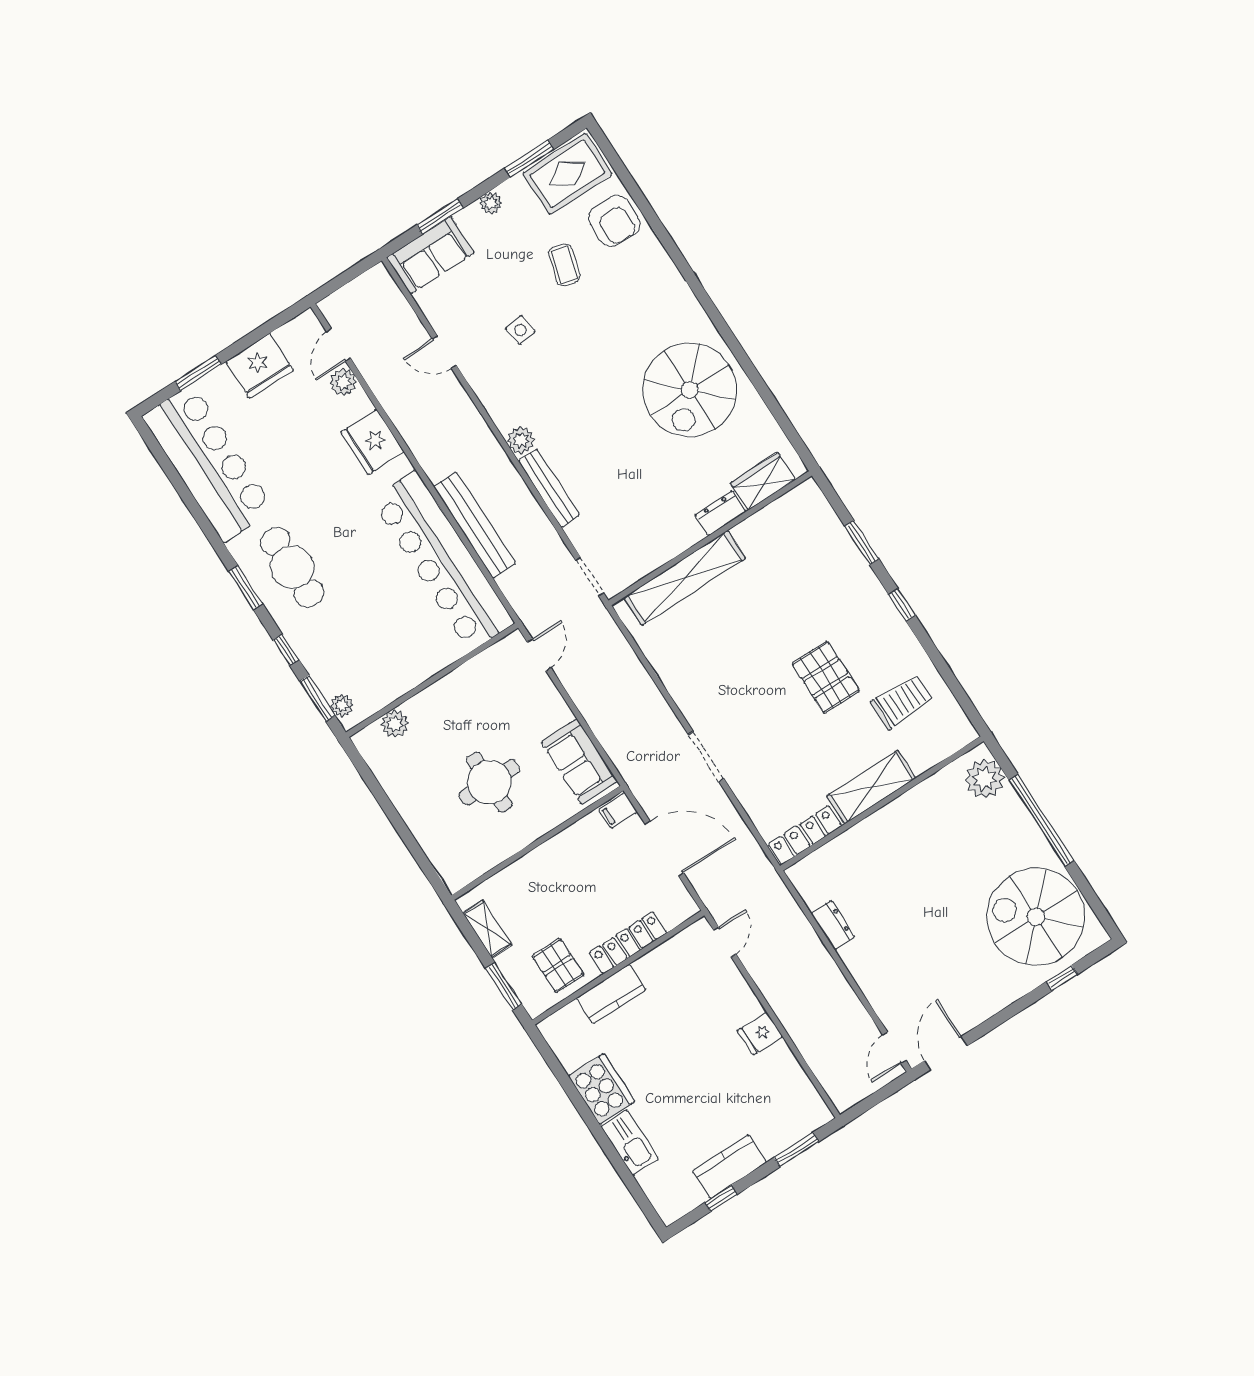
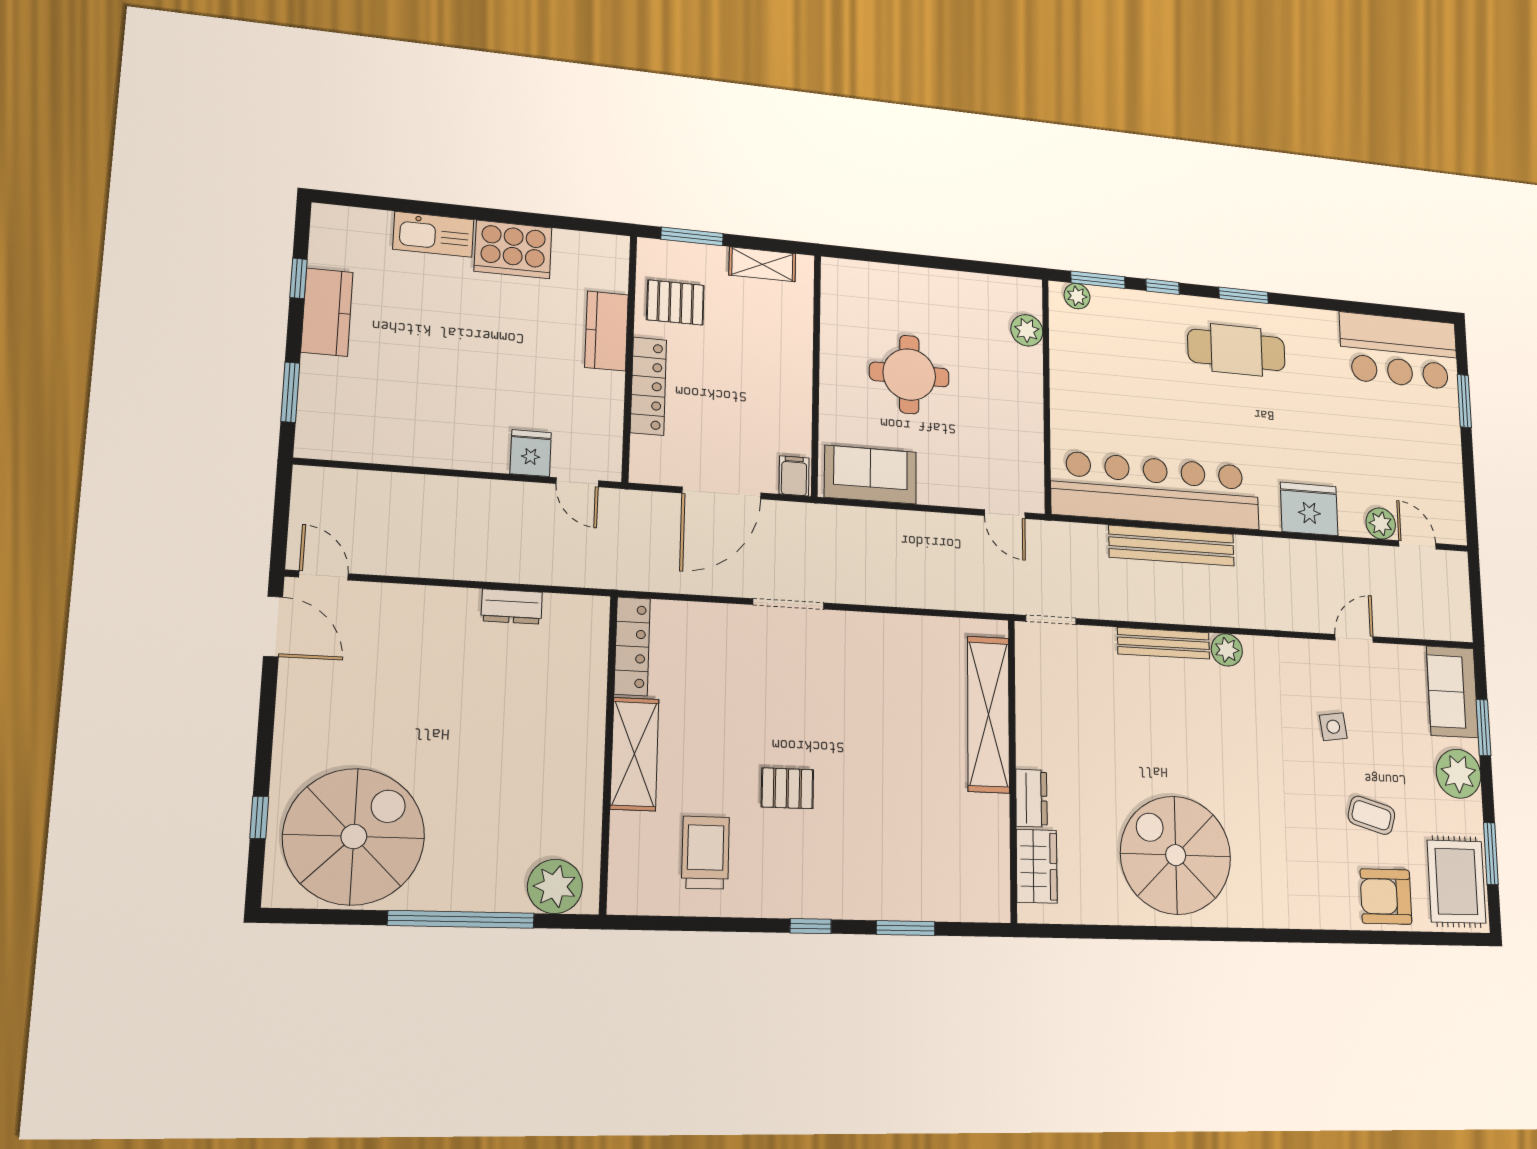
plant: (491, 203) -> (1459, 774), width x1.88, depth x1.88
fridge: (260, 366) -> (1439, 460), removed
bar counter: (208, 463) -> (1399, 351), width x0.73
pallet: (826, 677) -> (787, 788), width x0.67, depth x0.71
trolley: (902, 702) -> (705, 853), turned 180
fridge: (760, 1034) -> (531, 453), moved

